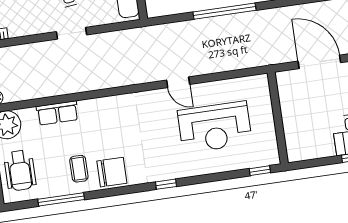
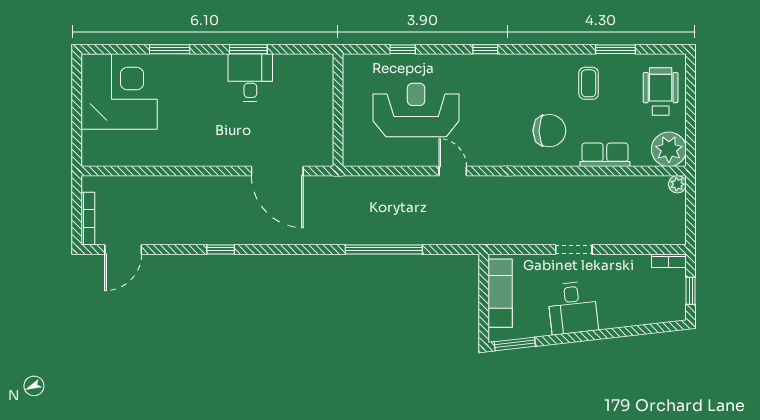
window: (260, 171) -> (403, 49), moved
chair: (112, 172) -> (549, 131), moved, turned 180
window: (61, 199) -> (616, 49), width x0.69

